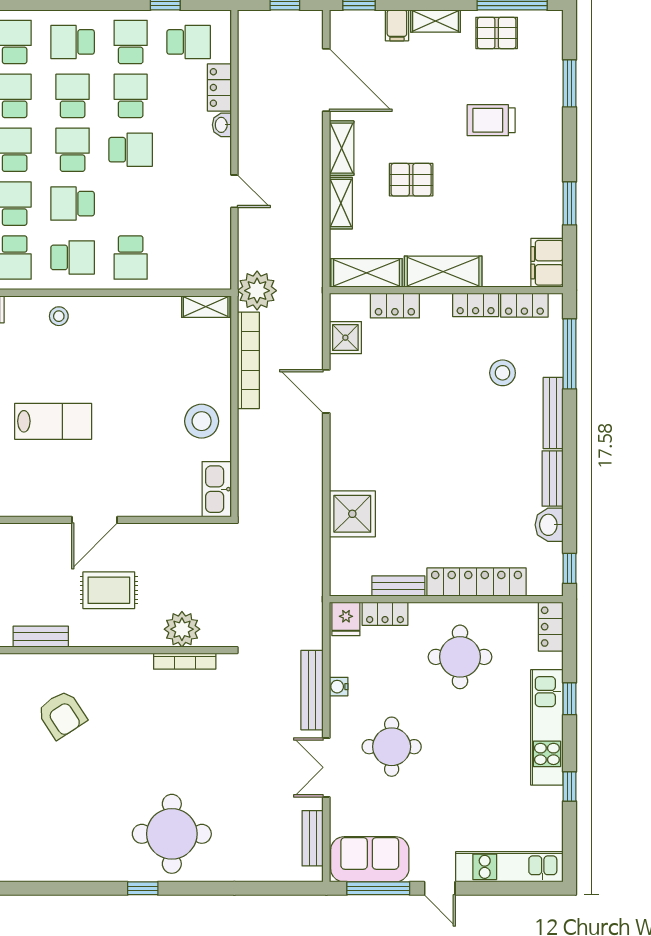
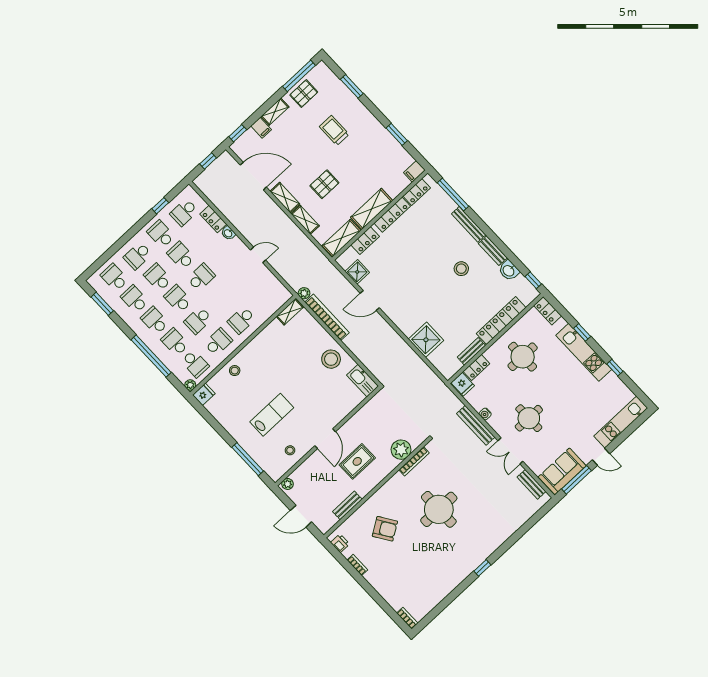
school desk: (189, 42) -> (184, 212), turned 180
trolley: (491, 120) -> (334, 130), turned 90
school desk: (131, 257) -> (241, 320), turned 90
filing cabinet: (547, 263) -> (414, 171), width x0.50
plant: (257, 291) -> (304, 293), width x0.53, depth x0.53
locker: (476, 305) -> (392, 215), width x1.53
stool: (503, 373) -> (461, 269), moved
stool: (33, 492) -> (290, 450), added
round table: (172, 834) -> (439, 509), moved

